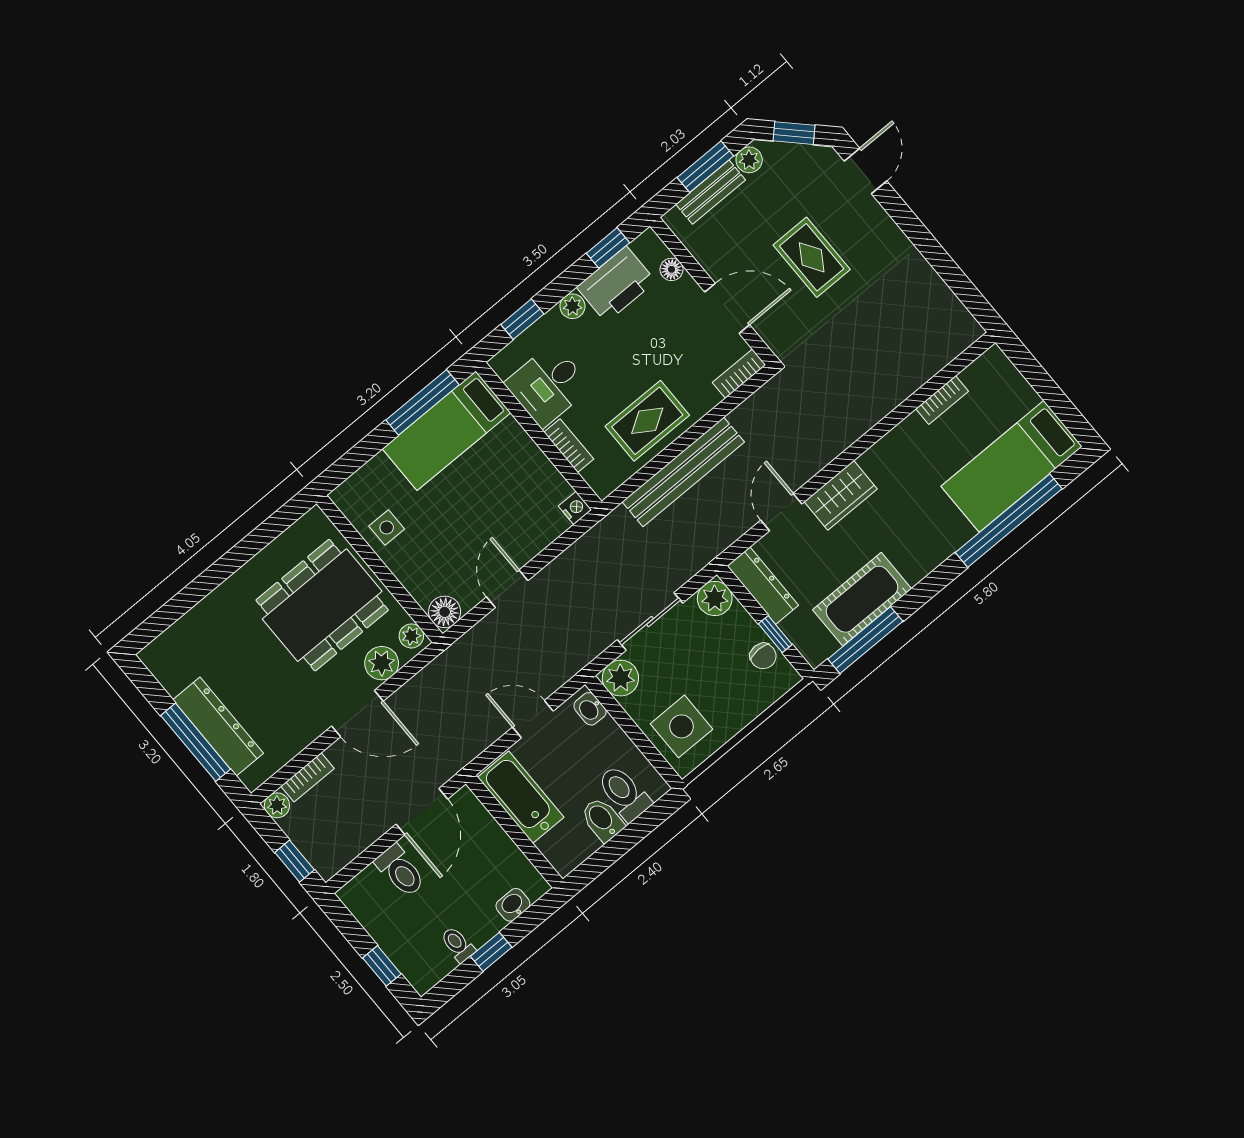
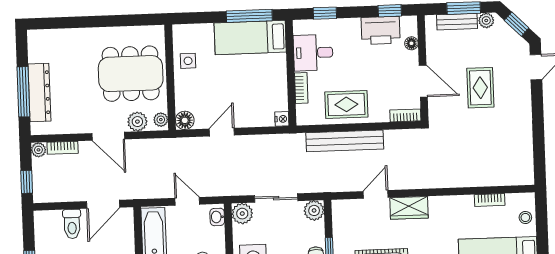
plant: (572, 306) -> (353, 25), removed
stool: (1009, 386) -> (525, 217), added
dresser: (763, 586) -> (341, 222), removed

